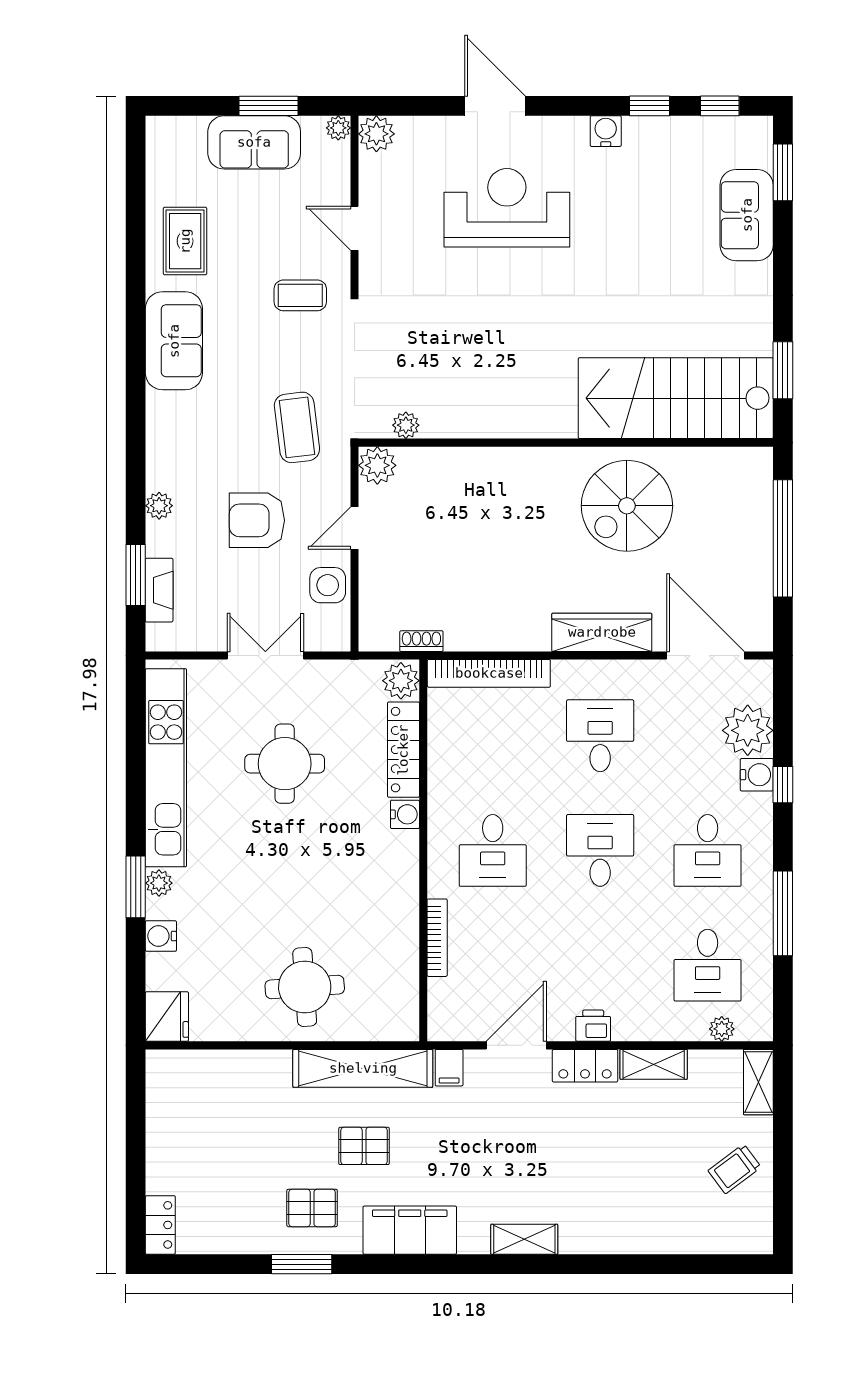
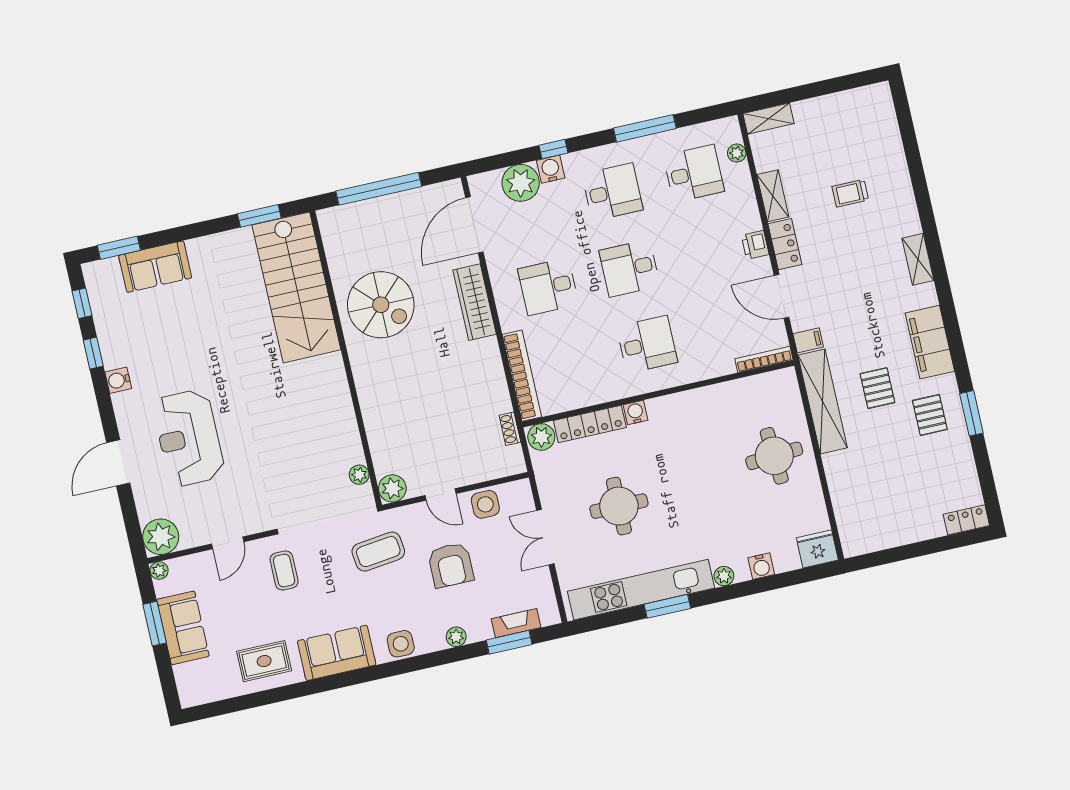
plant: (376, 134) -> (161, 537), width x1.36, depth x1.36
side table: (167, 429) -> (401, 644), added
window: (136, 887) -> (667, 606), moved
bookcase: (437, 938) -> (764, 359), moved
trolley: (735, 1169) -> (850, 193), moved, turned 127

